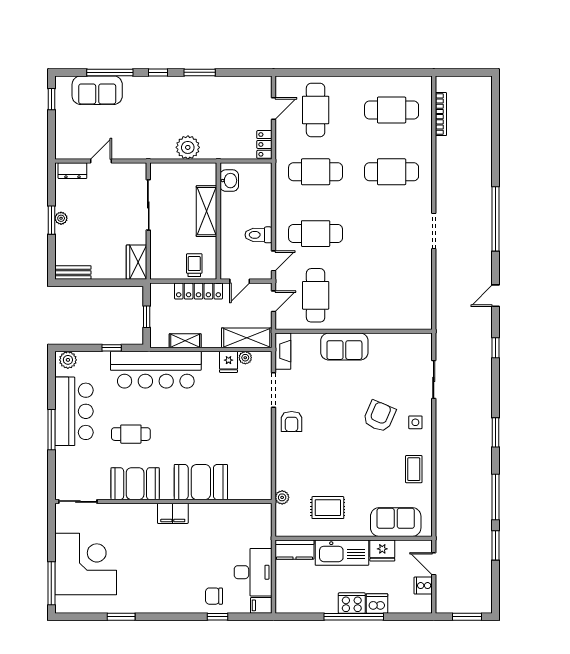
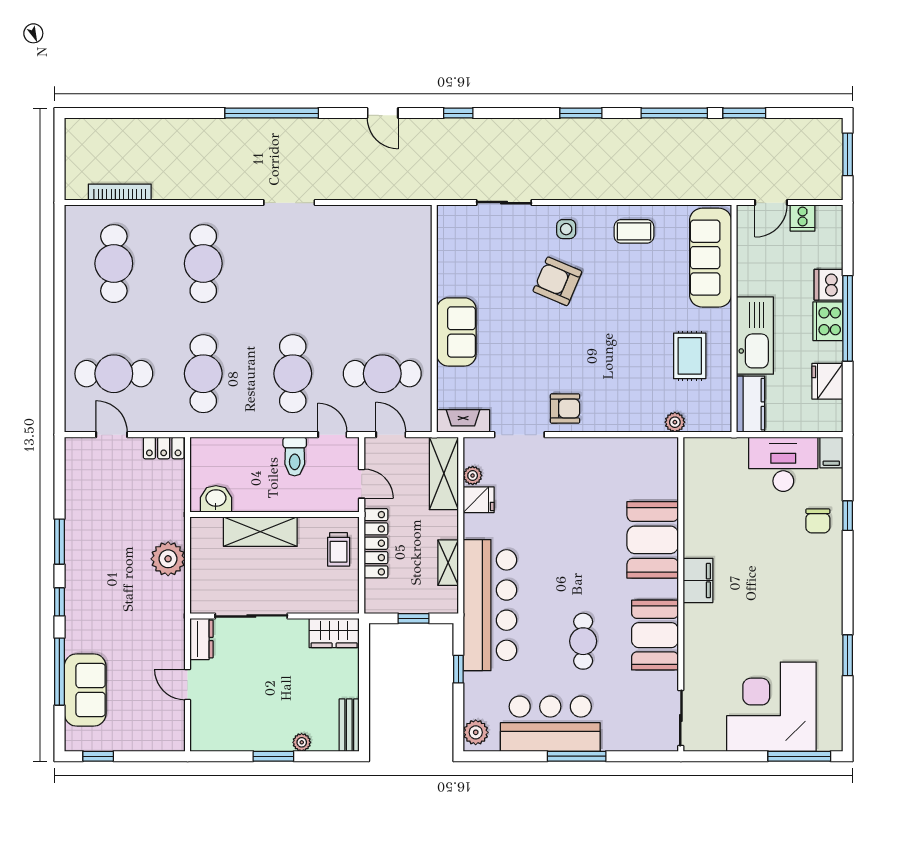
dresser: (72, 171) -> (202, 639), moved
plant: (61, 218) -> (302, 742), moved
trolley: (194, 265) -> (339, 549), turned -90
sofa: (396, 522) -> (711, 258), width x1.36
fridge: (382, 551) -> (827, 381), moved, turned 180

